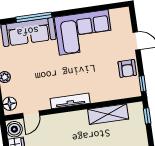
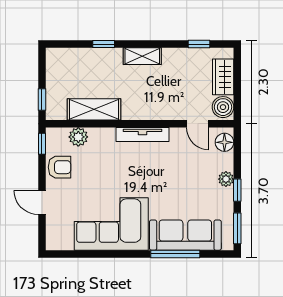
armchair: (127, 68) -> (60, 167), turned 90
plant: (117, 92) -> (78, 137), added
door: (31, 114) -> (198, 124), swing flipped

